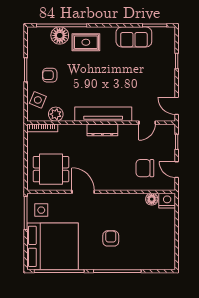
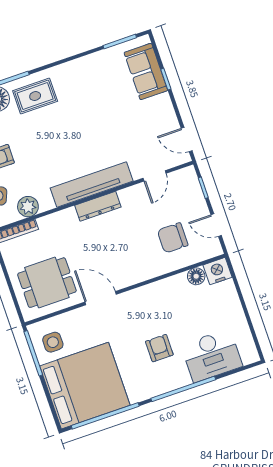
sofa: (134, 37) -> (146, 71), moved, turned 90
desk: (144, 255) -> (212, 356), added

